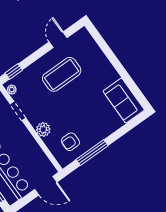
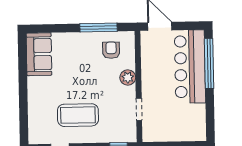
plant: (12, 90) -> (131, 132), removed
armchair: (70, 142) -> (111, 50), turned -90

